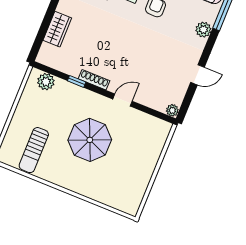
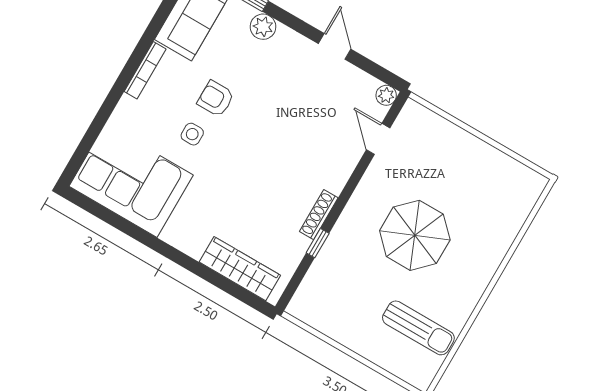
wardrobe: (57, 29) -> (240, 269), width x1.50
plant: (46, 82) -> (311, 293), removed
door: (122, 100) -> (378, 139), moved

